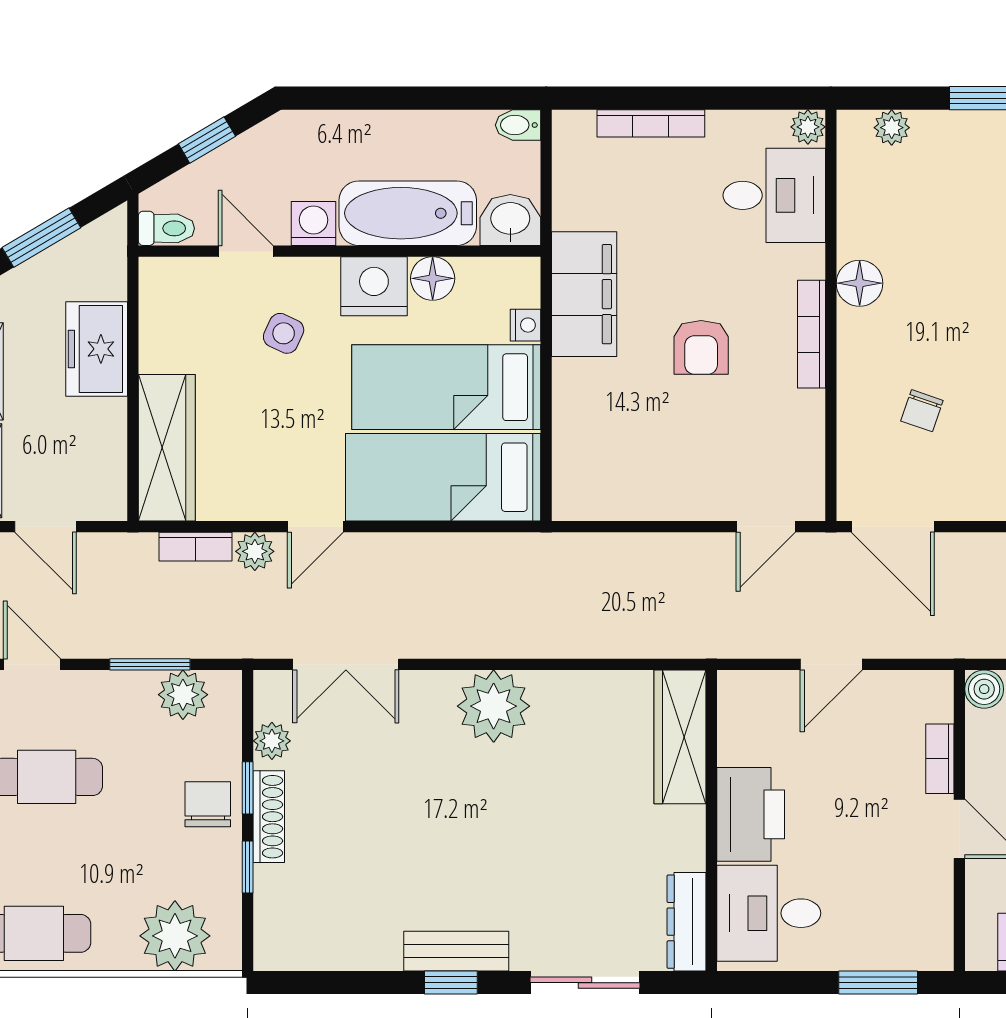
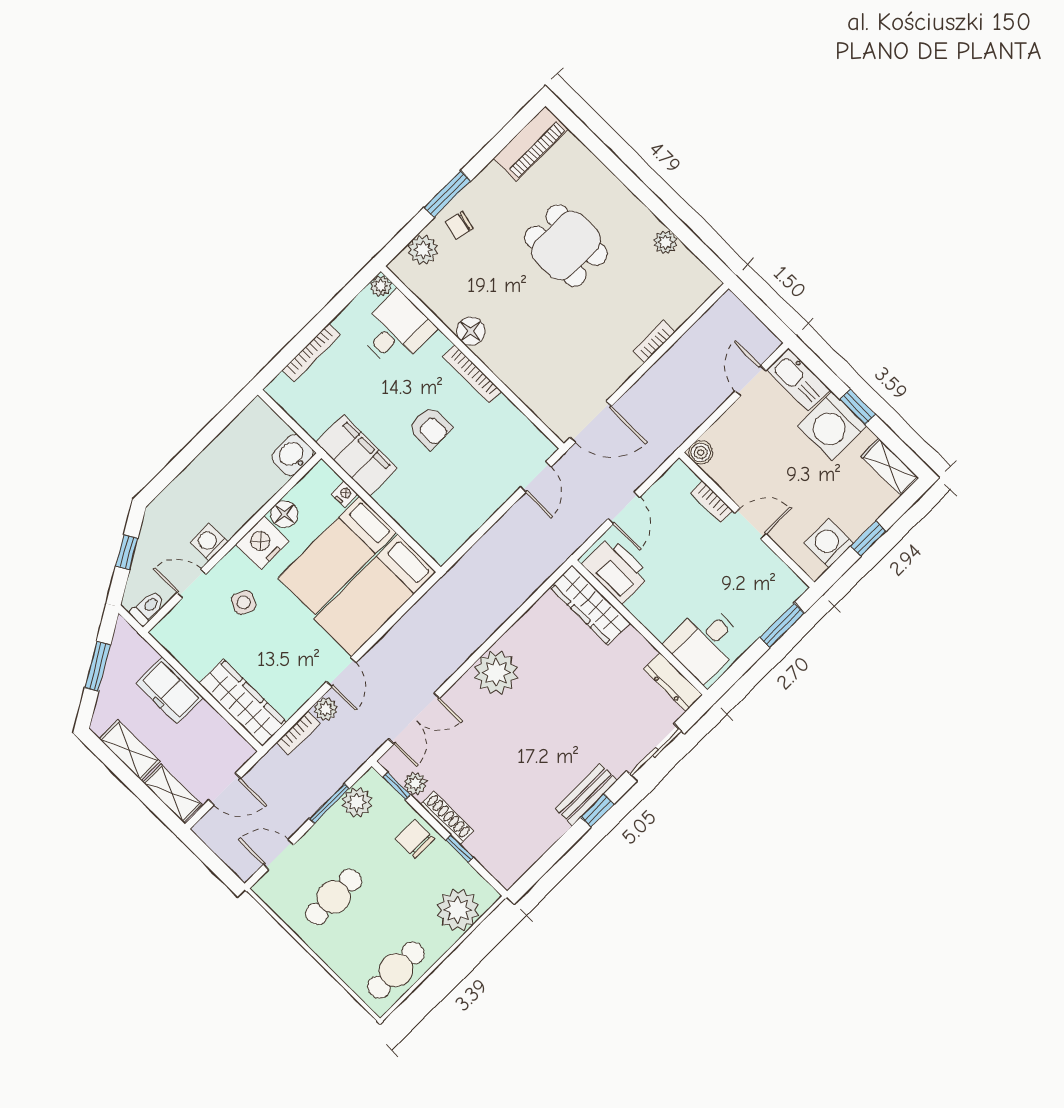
bidet: (518, 125) -> (255, 411), removed
plant: (892, 128) -> (423, 250), width x1.38, depth x1.38
bathtub: (408, 213) -> (245, 497), removed
chair: (922, 411) -> (459, 225), moved, turned 84
window: (248, 788) -> (397, 786), moved
printer: (751, 814) -> (616, 570), moved

